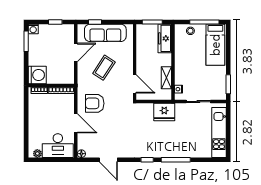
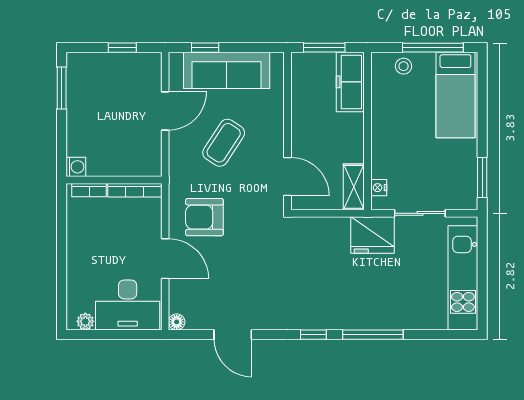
washing machine: (33, 29) -> (76, 62), removed
washing machine: (37, 75) -> (76, 167), width x0.53, depth x0.53
shelving: (166, 78) -> (354, 187), moved
fridge: (164, 112) -> (372, 235), moved

